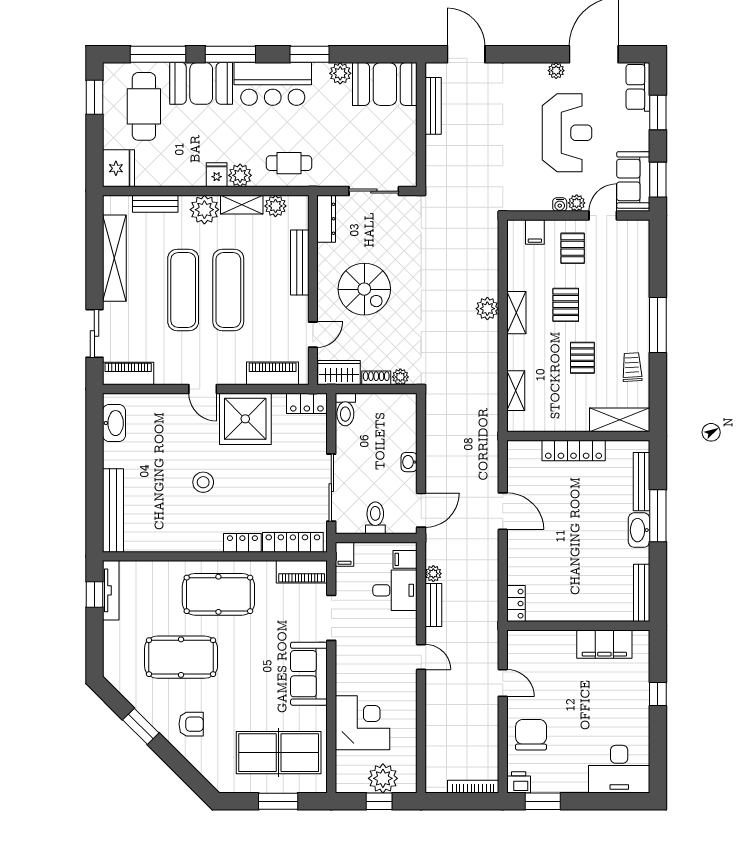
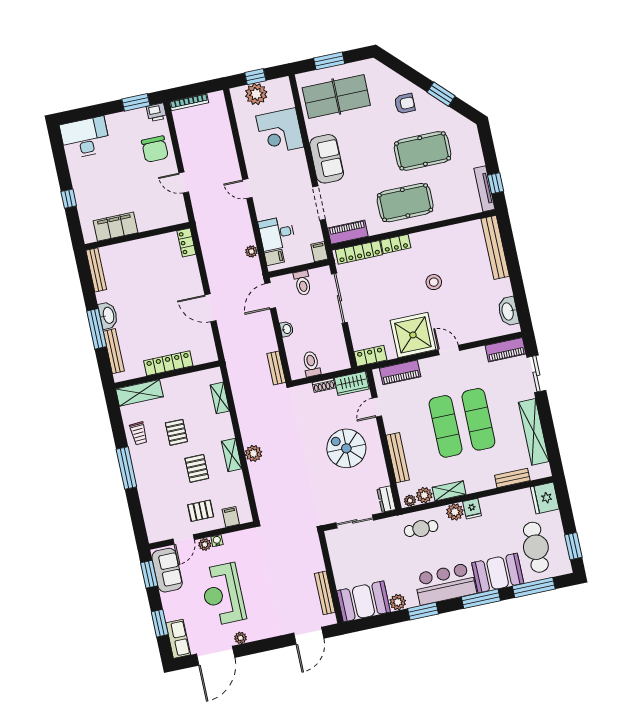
door: (466, 54) -> (309, 636), hinge flipped
plant: (204, 210) -> (410, 501), moved, width x0.53, depth x0.53
dresser: (326, 219) -> (386, 499), width x0.70
pallet: (573, 248) -> (201, 511), turned 90
plant: (400, 377) -> (306, 390), removed
toilet: (345, 410) -> (311, 364), moved
bench: (433, 605) -> (276, 368), moved
armchair: (191, 724) -> (405, 104), turned 180

